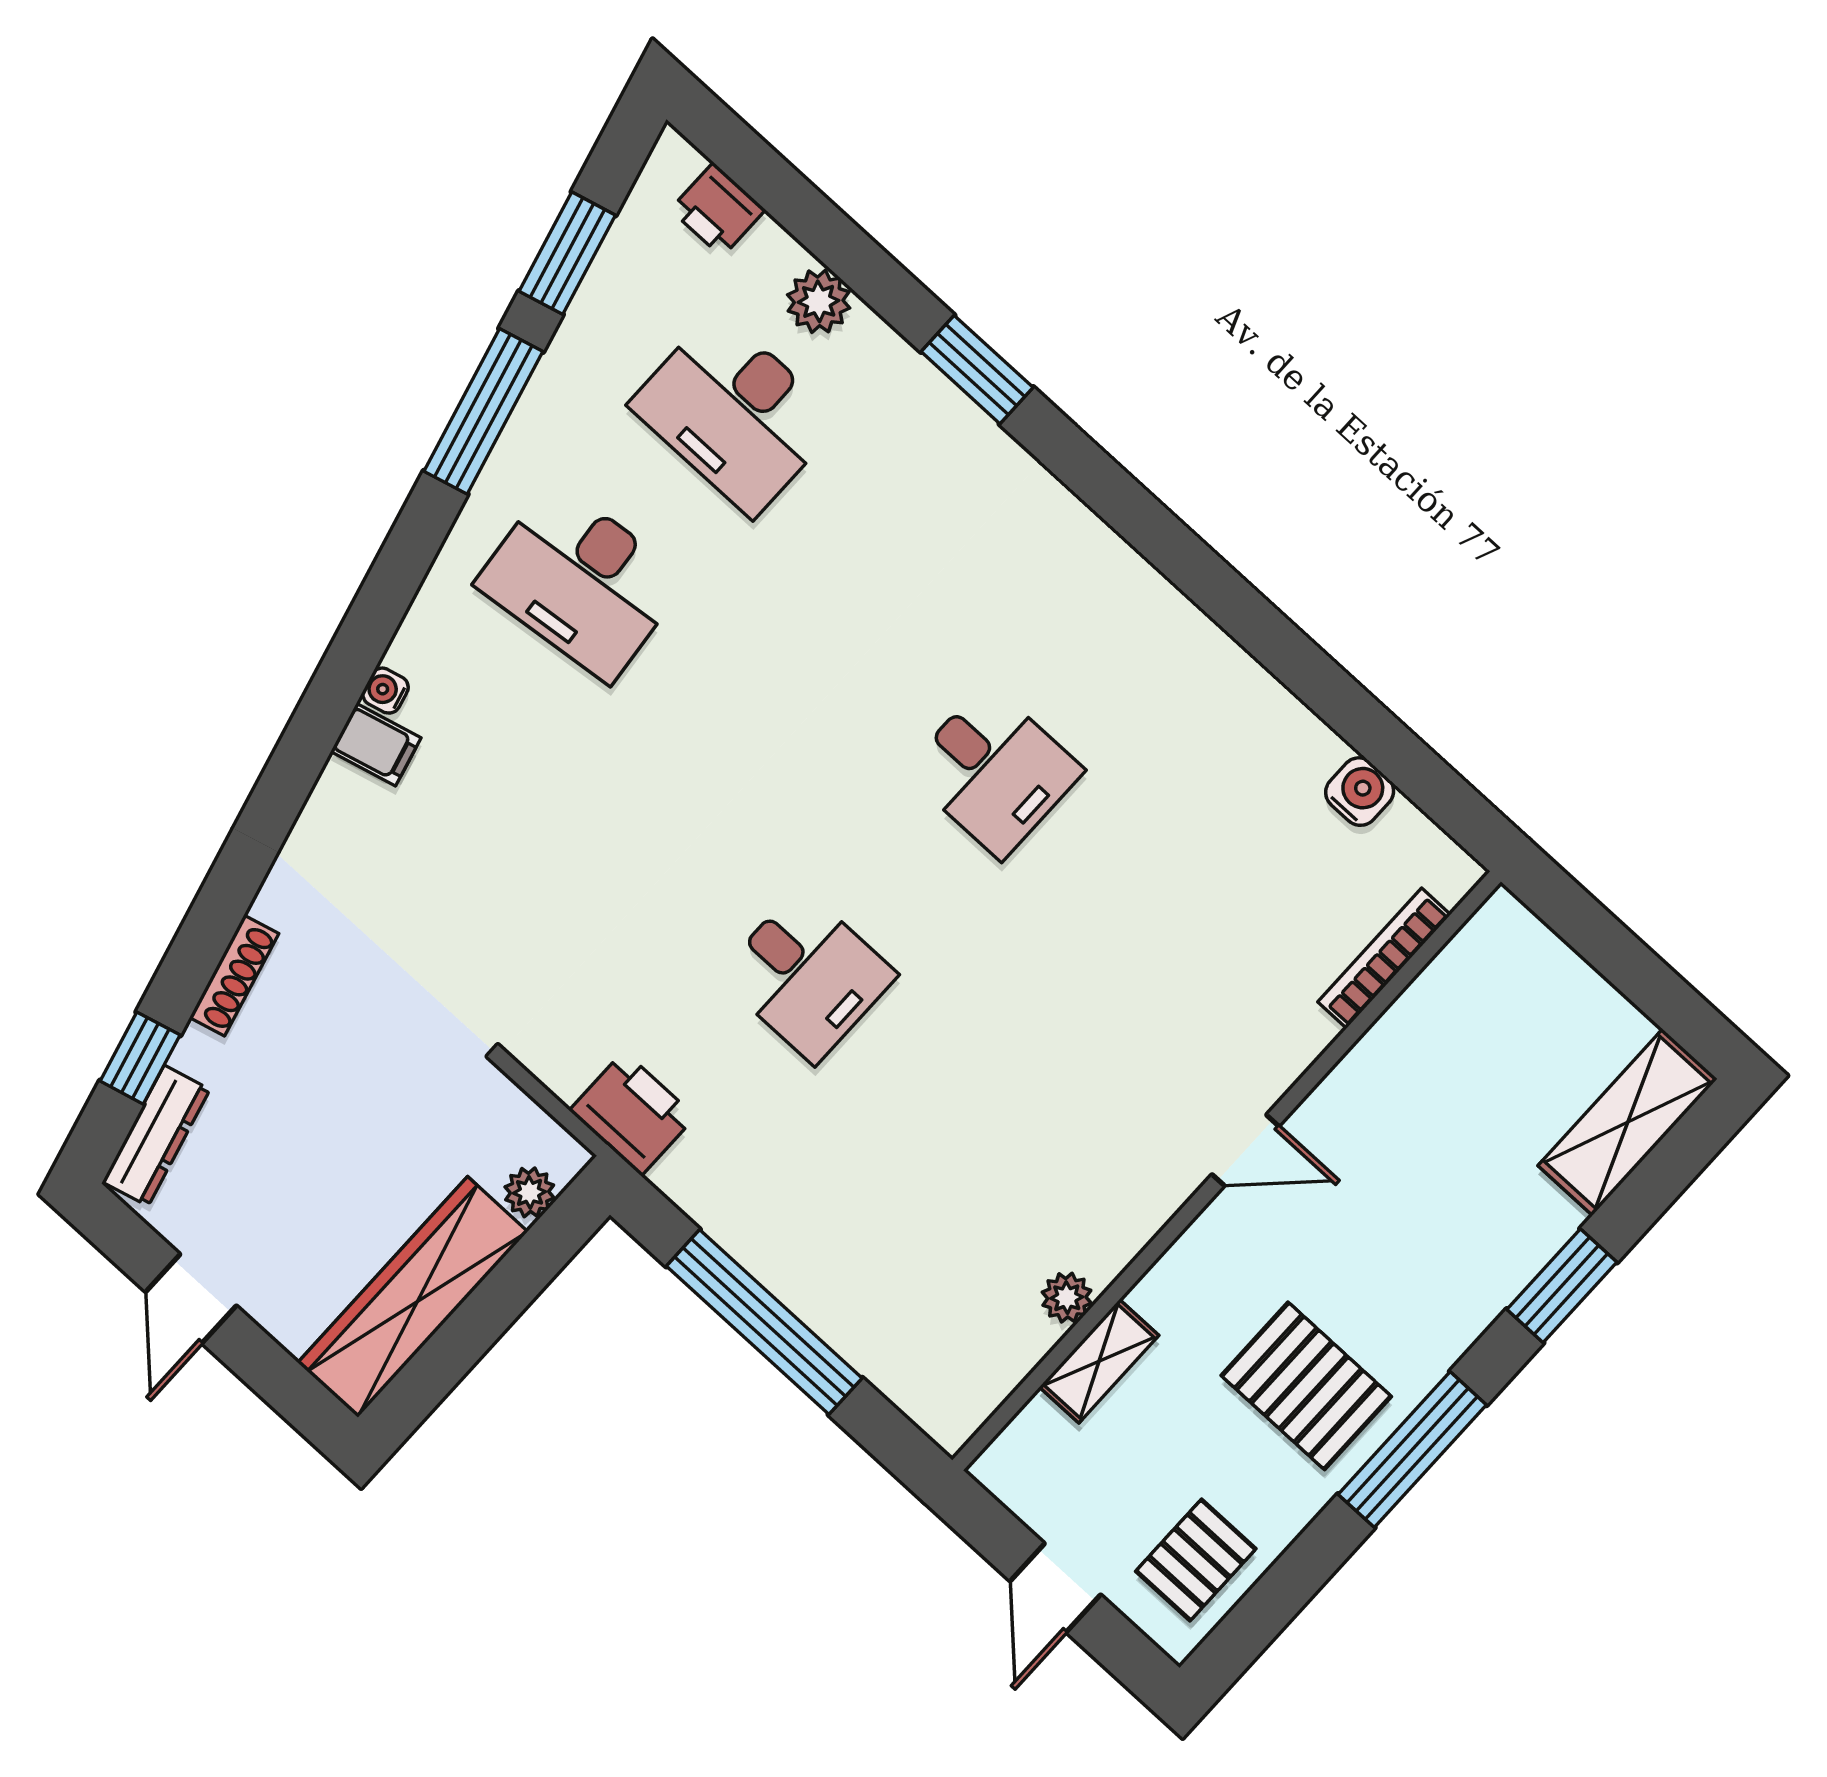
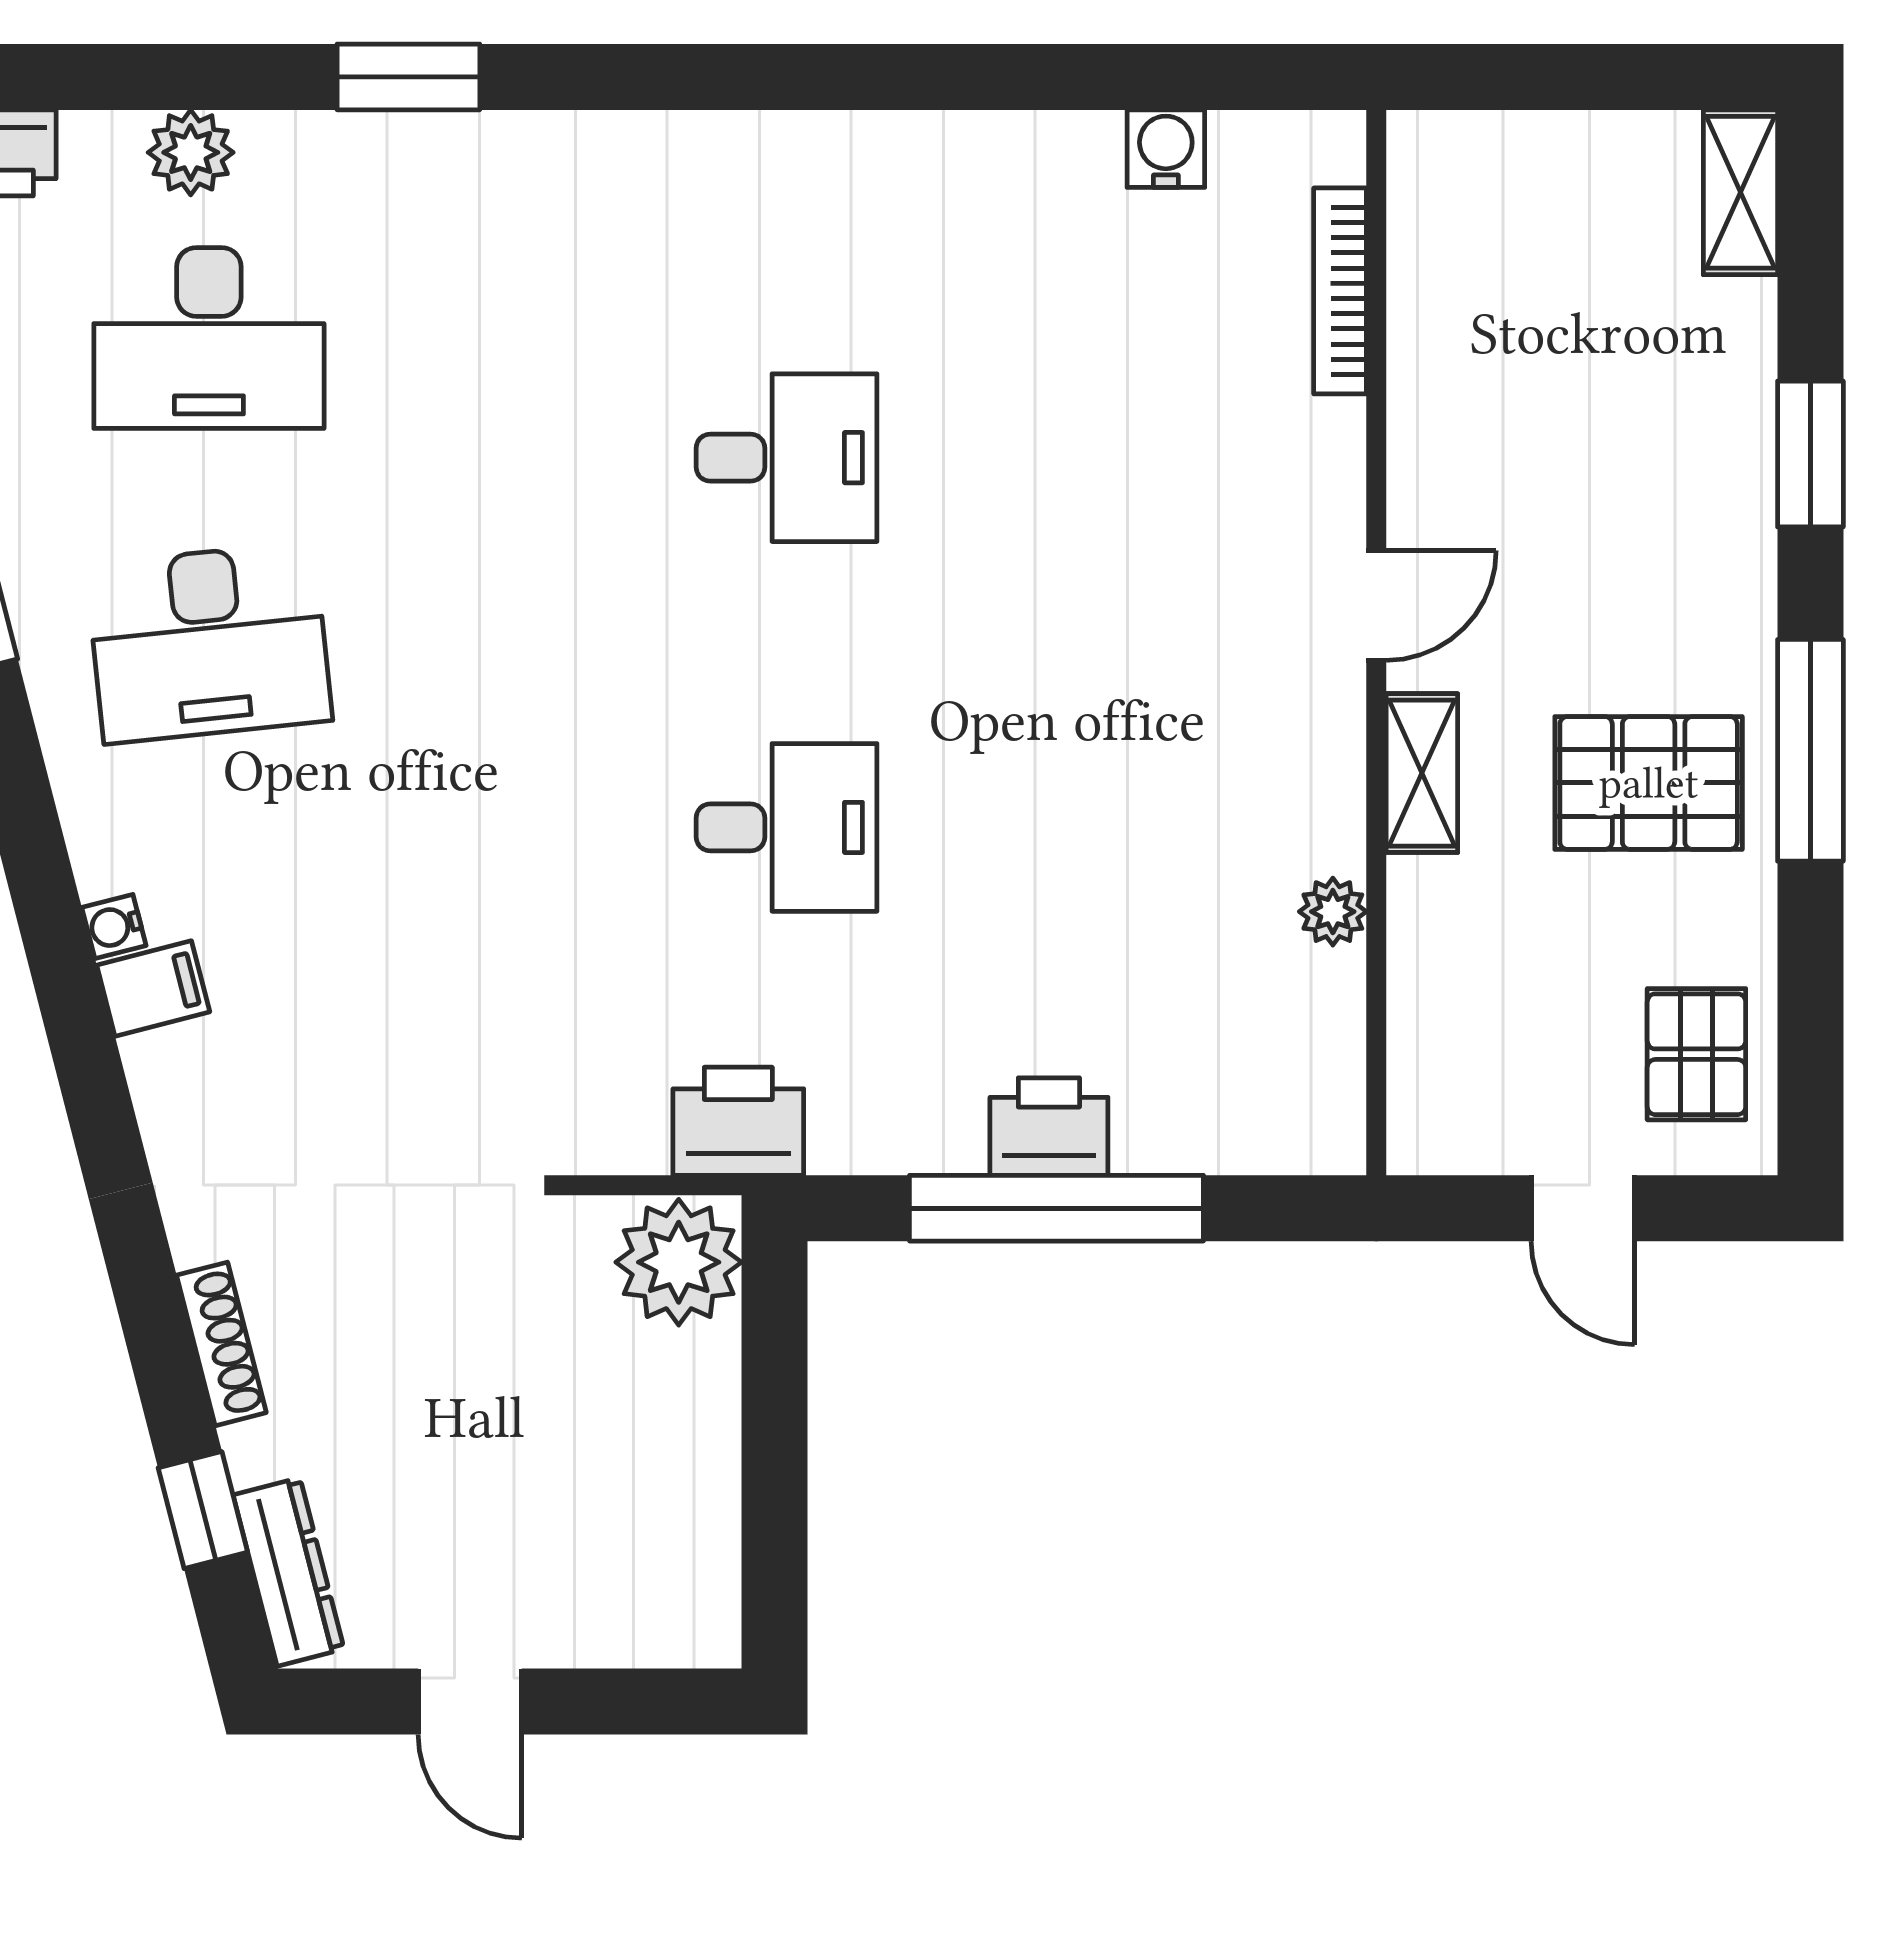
shelving: (1628, 1122) -> (1740, 192), width x0.67, depth x0.75
plant: (530, 1192) -> (679, 1262), width x1.88, depth x1.88
printer: (801, 1273) -> (1049, 1127), added
wardrobe: (413, 1297) -> (687, 1500), removed
shelving: (1099, 1361) -> (1422, 773), moved

